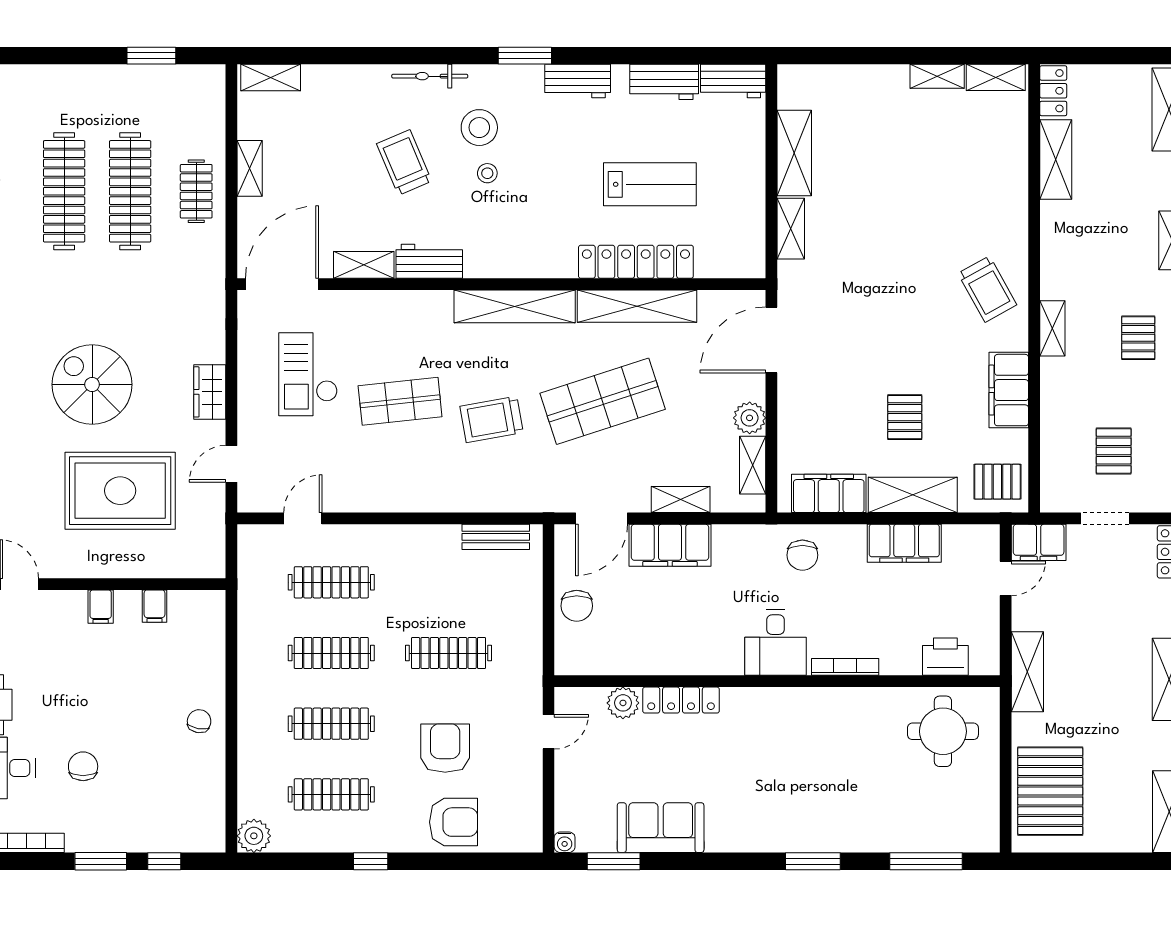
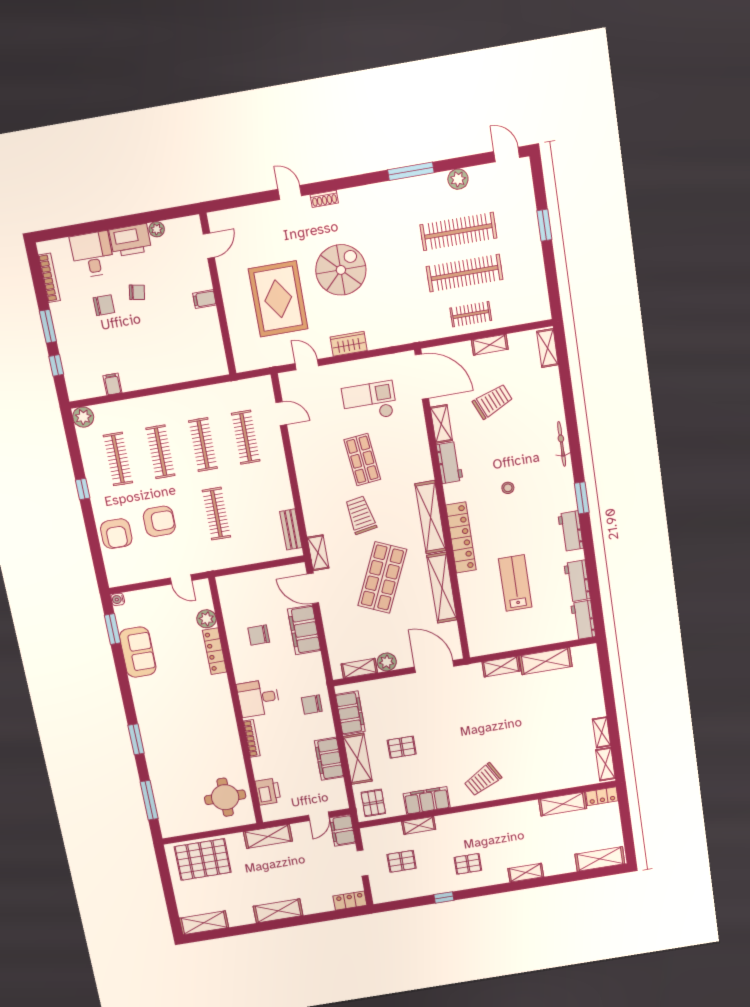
window: (151, 56) -> (544, 225), moved
stool: (479, 128) -> (535, 478), removed
trolley: (404, 163) -> (493, 401), moved
lab bench: (650, 184) -> (515, 583), turned 180
locker: (636, 262) -> (461, 538), moved
shelving: (1052, 328) -> (419, 825), moved
shop shelf: (603, 401) -> (382, 577), turned 42
shelving: (681, 500) -> (318, 553), moved
door: (1006, 578) -> (319, 816), hinge flipped
filing cabinet: (154, 606) -> (112, 384), moved, turned 90
chair: (577, 606) -> (259, 635), moved
chair: (199, 721) -> (137, 292), moved

